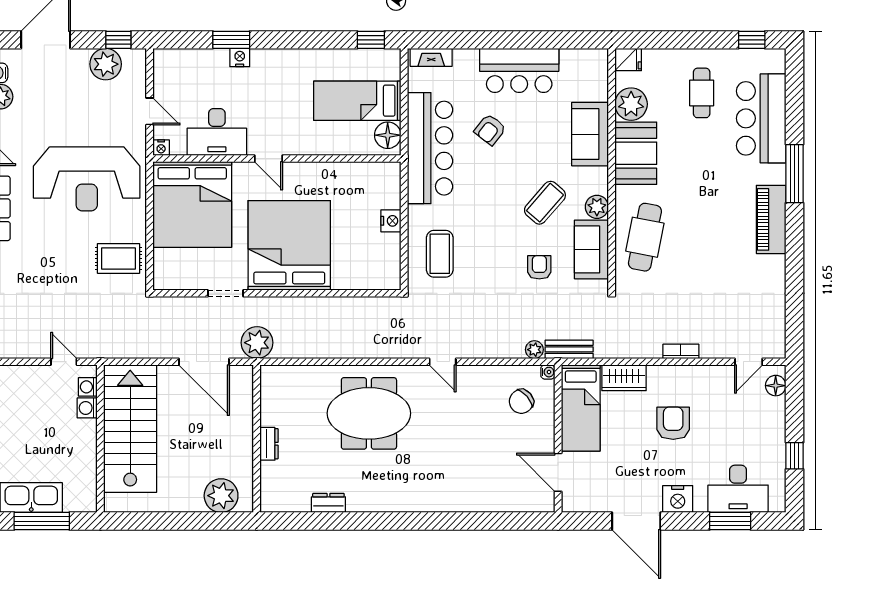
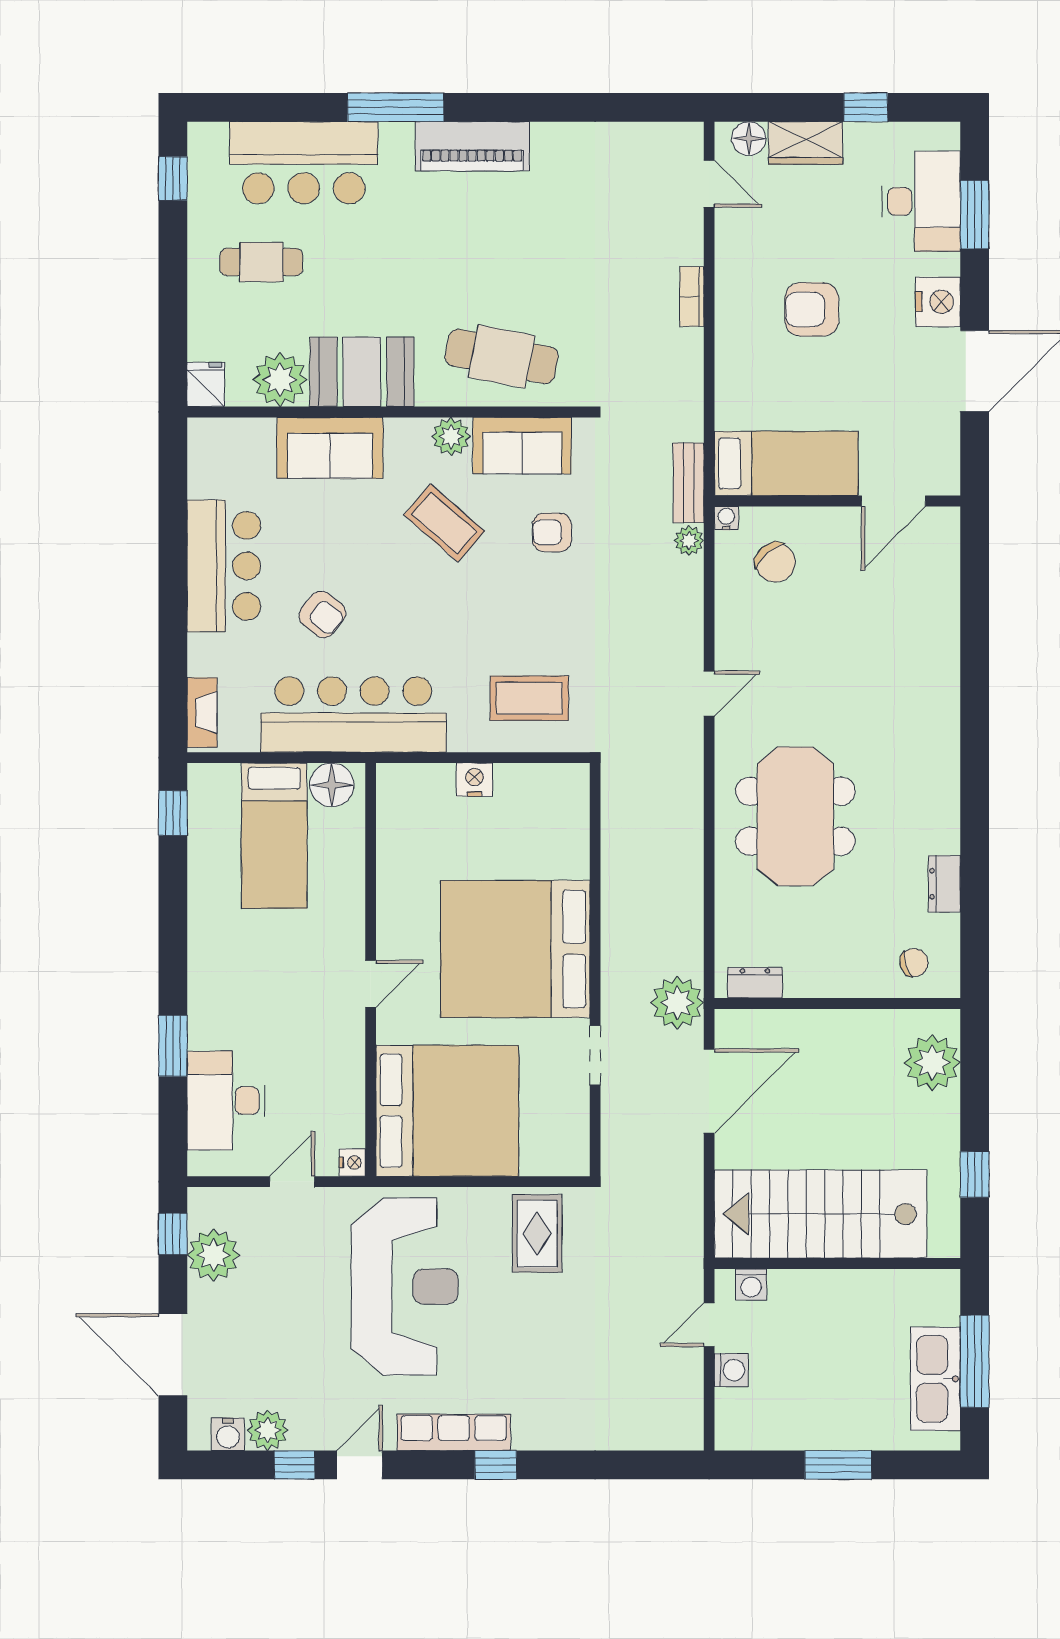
nightstand: (240, 58) -> (202, 1032), removed
desk: (217, 132) -> (226, 1101), moved, turned 180
wardrobe: (624, 378) -> (806, 143), moved, turned 90
washing machine: (87, 408) -> (731, 1370), moved, turned -90
dresser: (269, 444) -> (755, 983), moved
chair: (281, 485) -> (914, 963), added
window: (154, 521) -> (975, 1175), added

